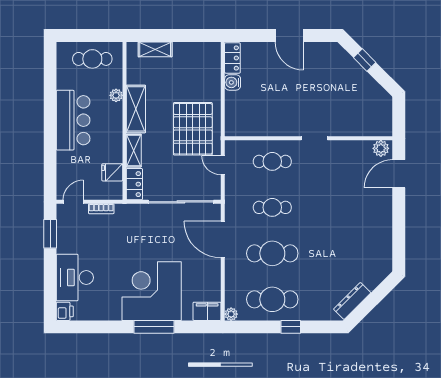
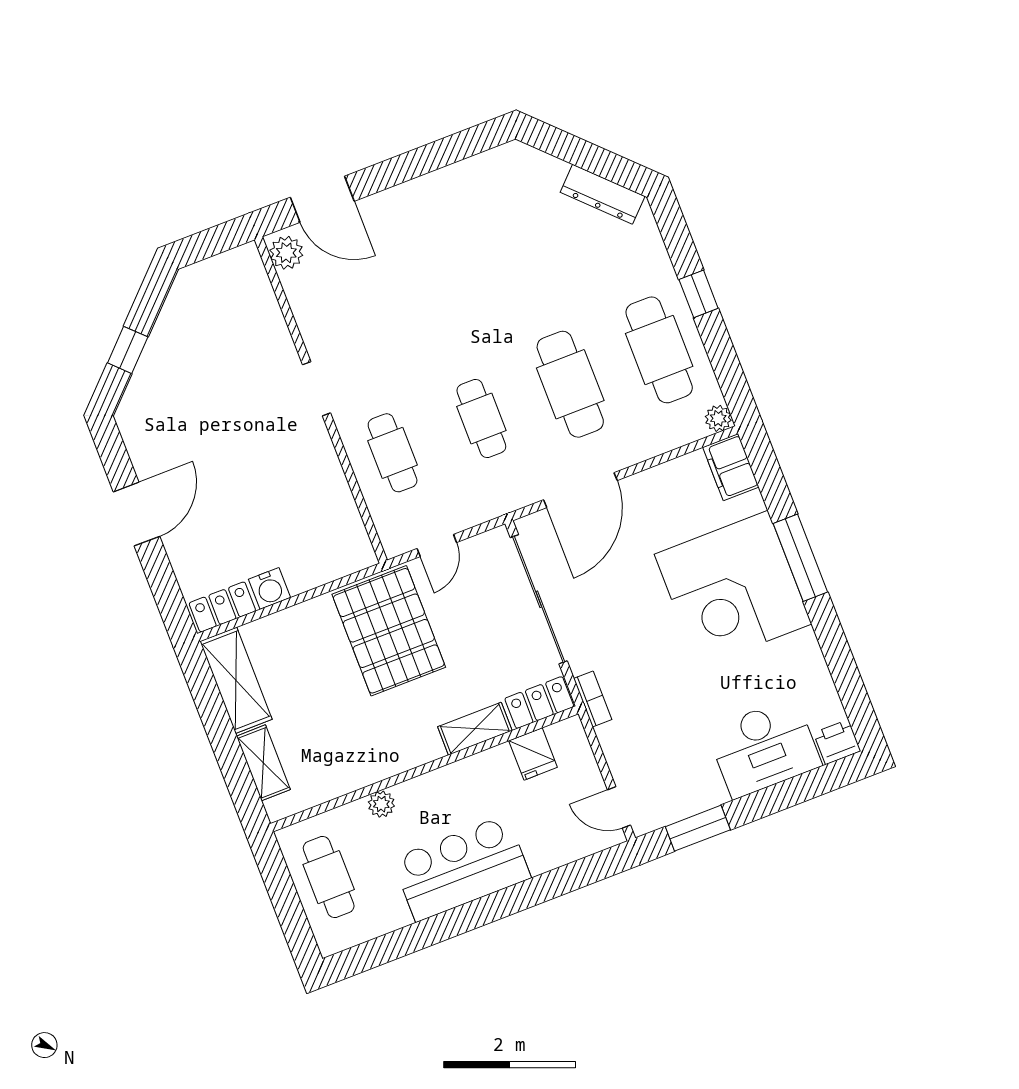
shelving: (136, 109) -> (236, 680), moved, turned 90
pallet: (193, 129) -> (389, 631), turned 90
bookcase: (101, 209) -> (593, 699), moved

